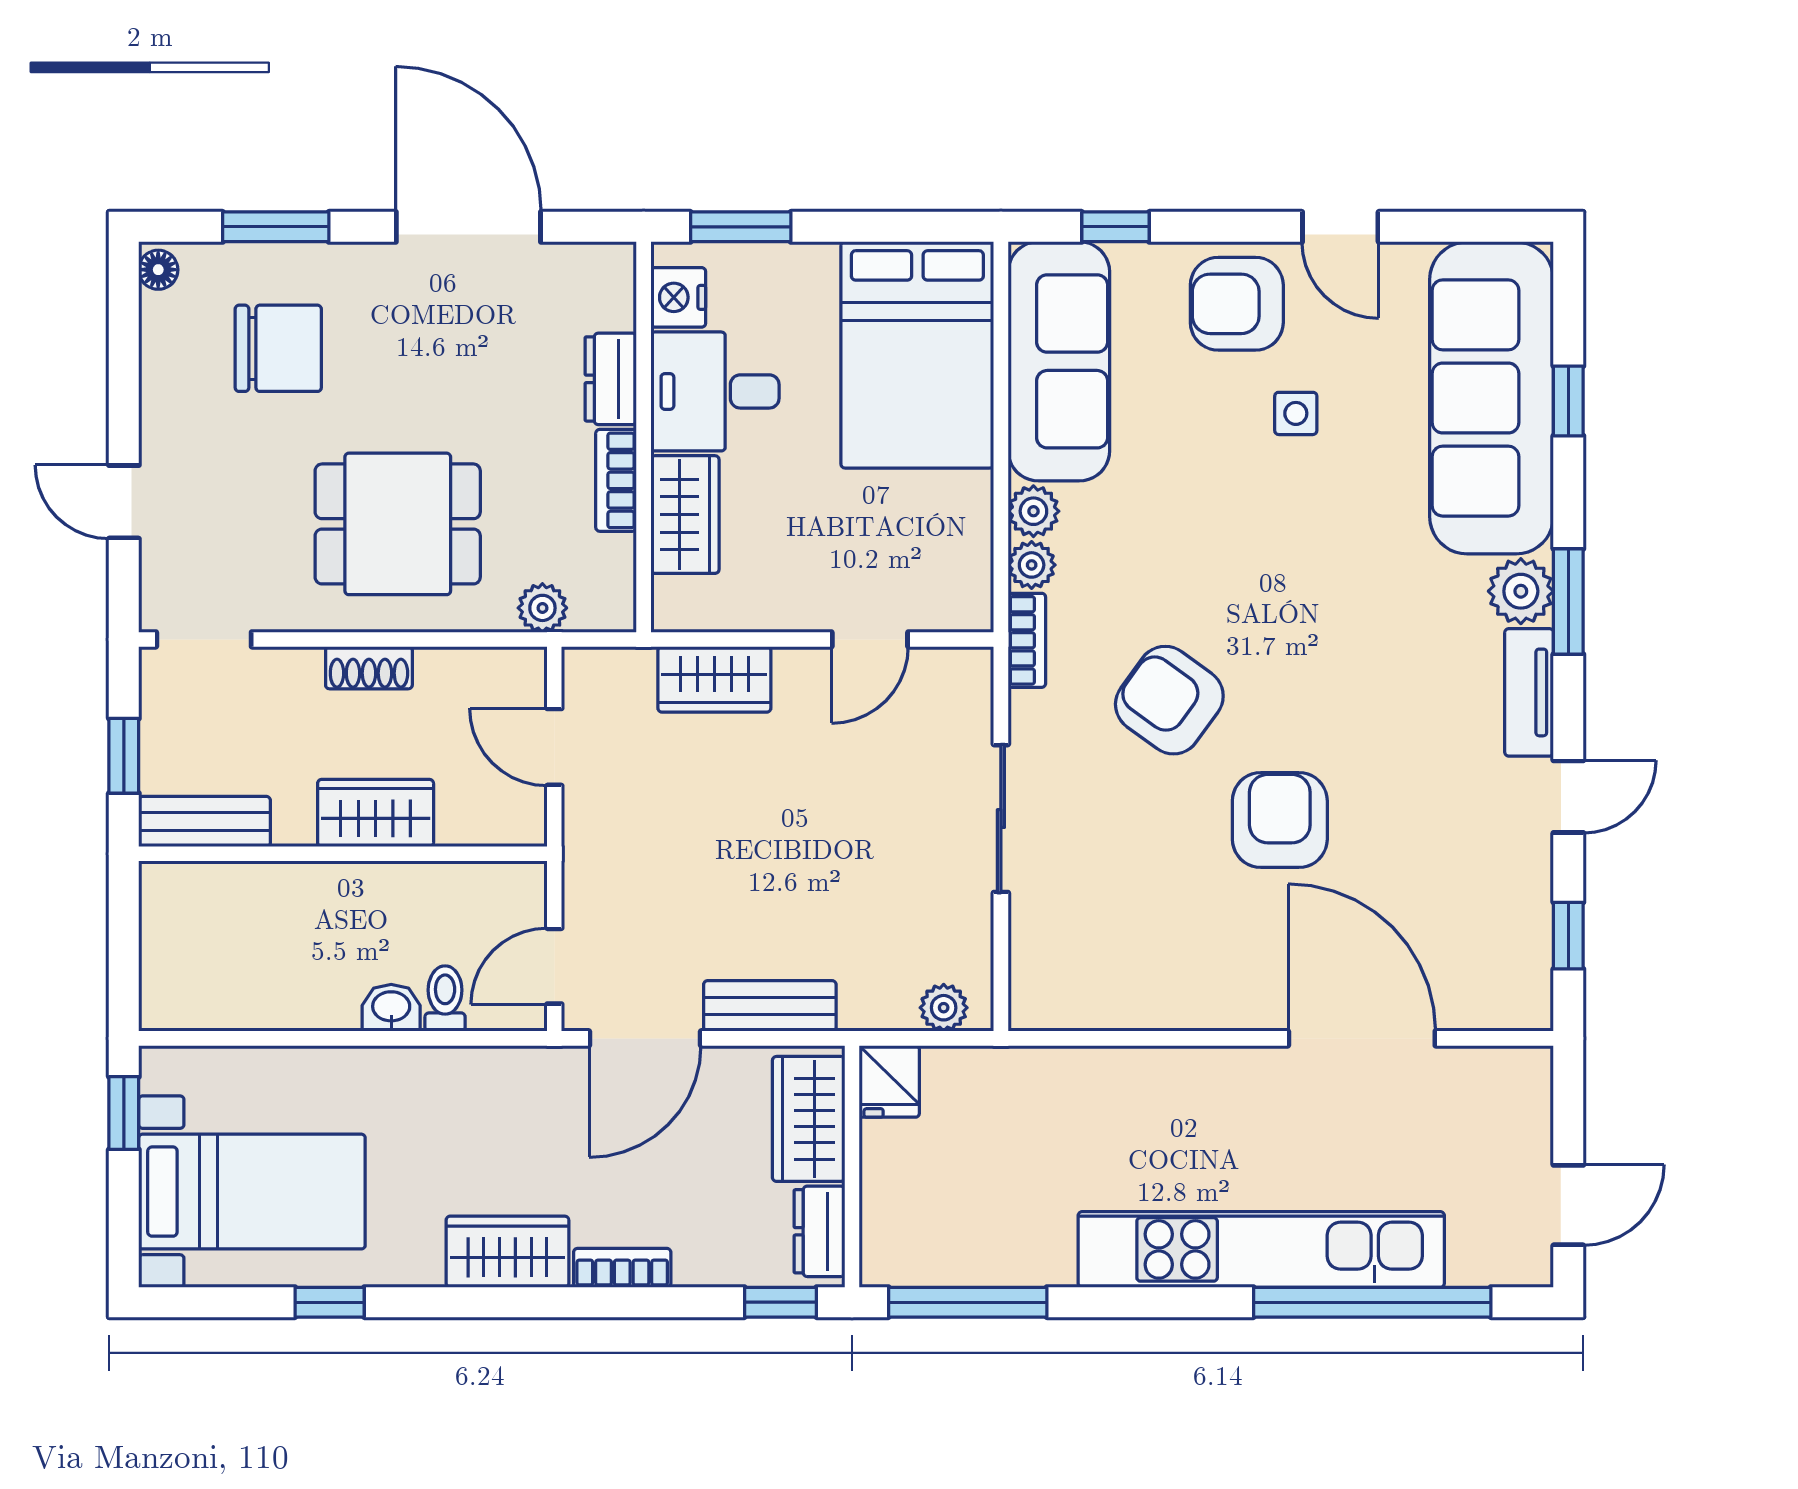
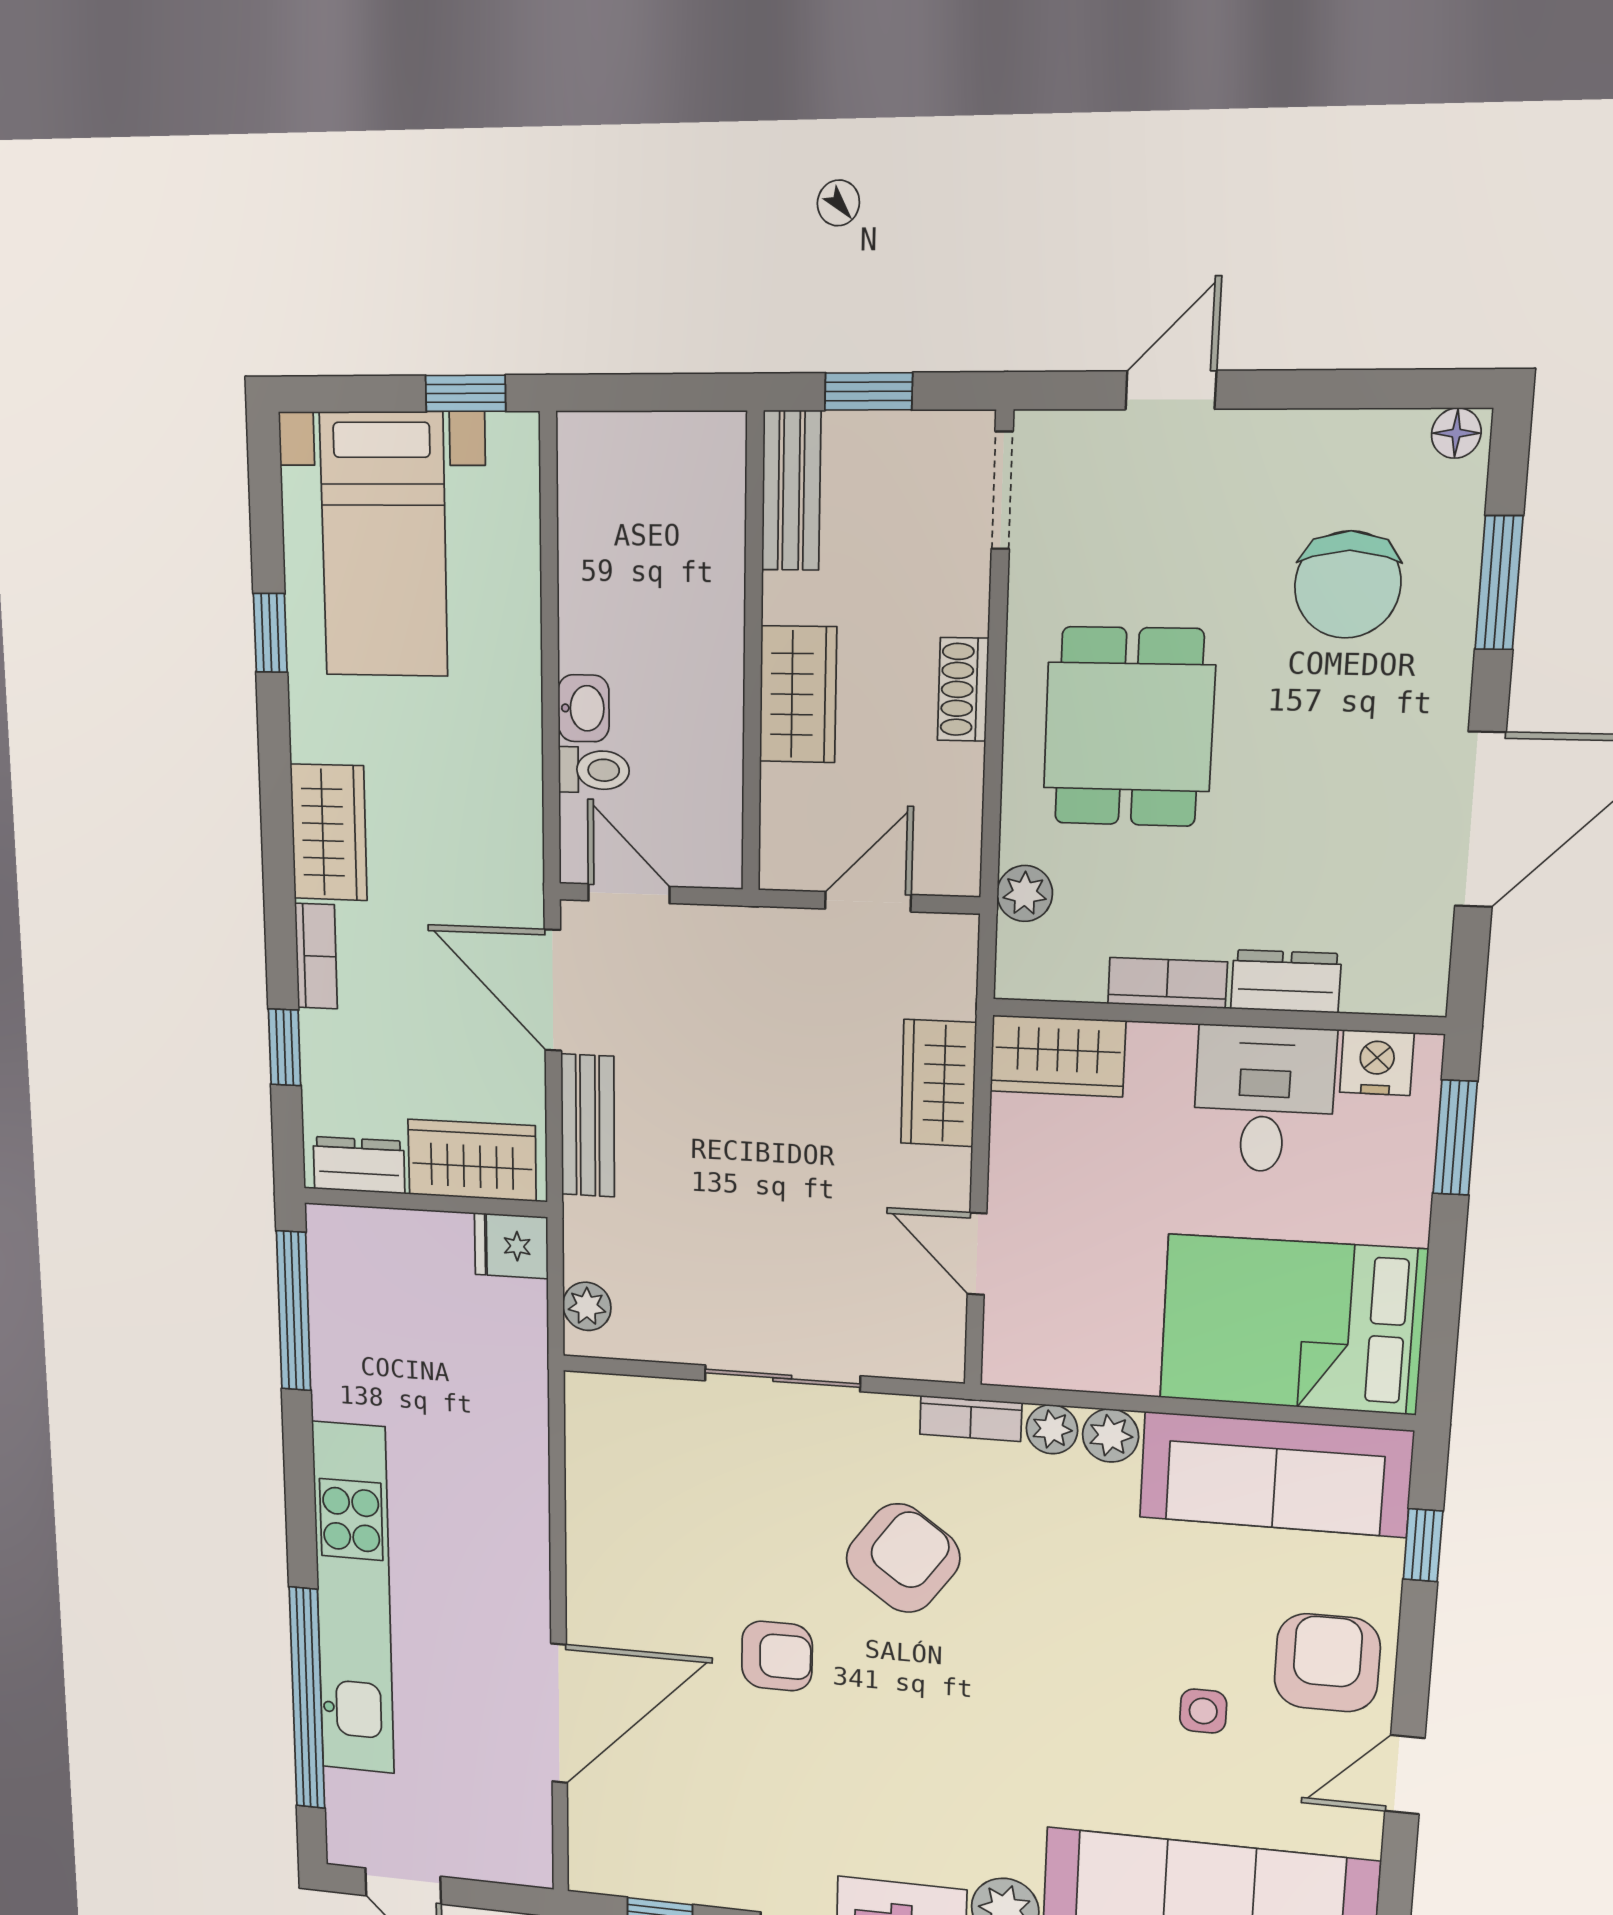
wardrobe: (685, 515) -> (1058, 1056), moved
armchair: (1280, 820) -> (777, 1656), width x0.72, depth x0.72
window: (780, 1302) -> (285, 1047), moved

